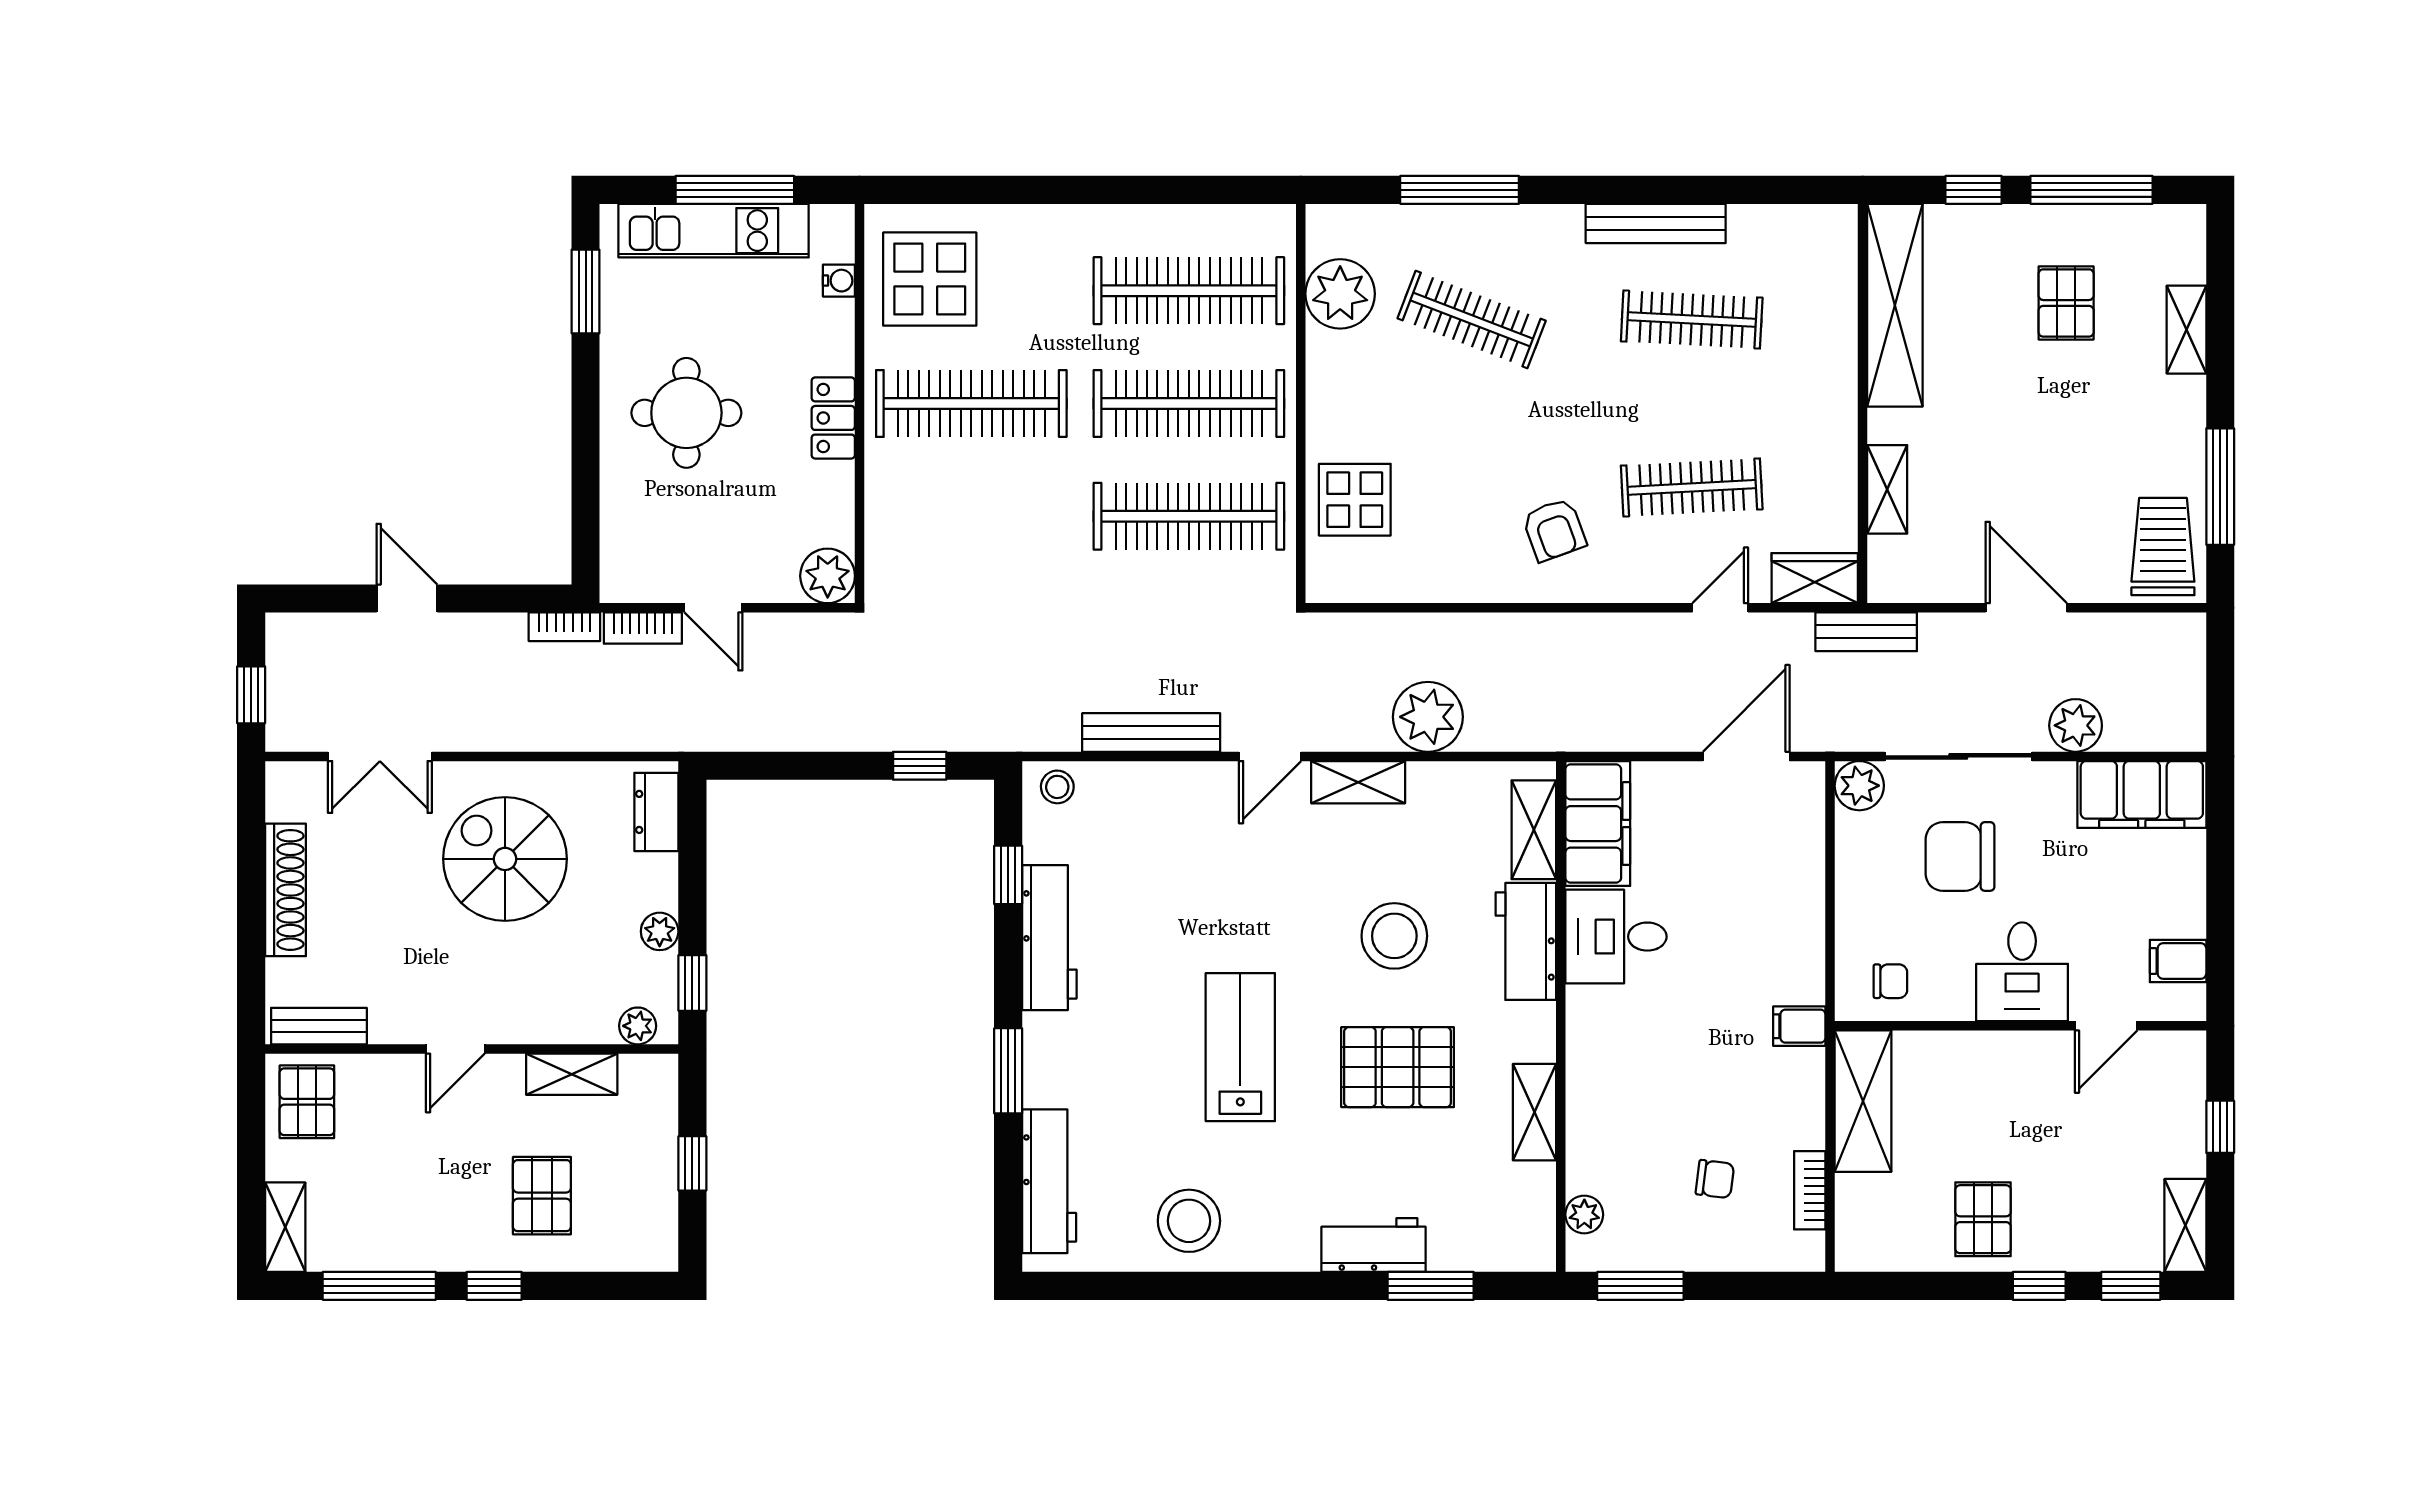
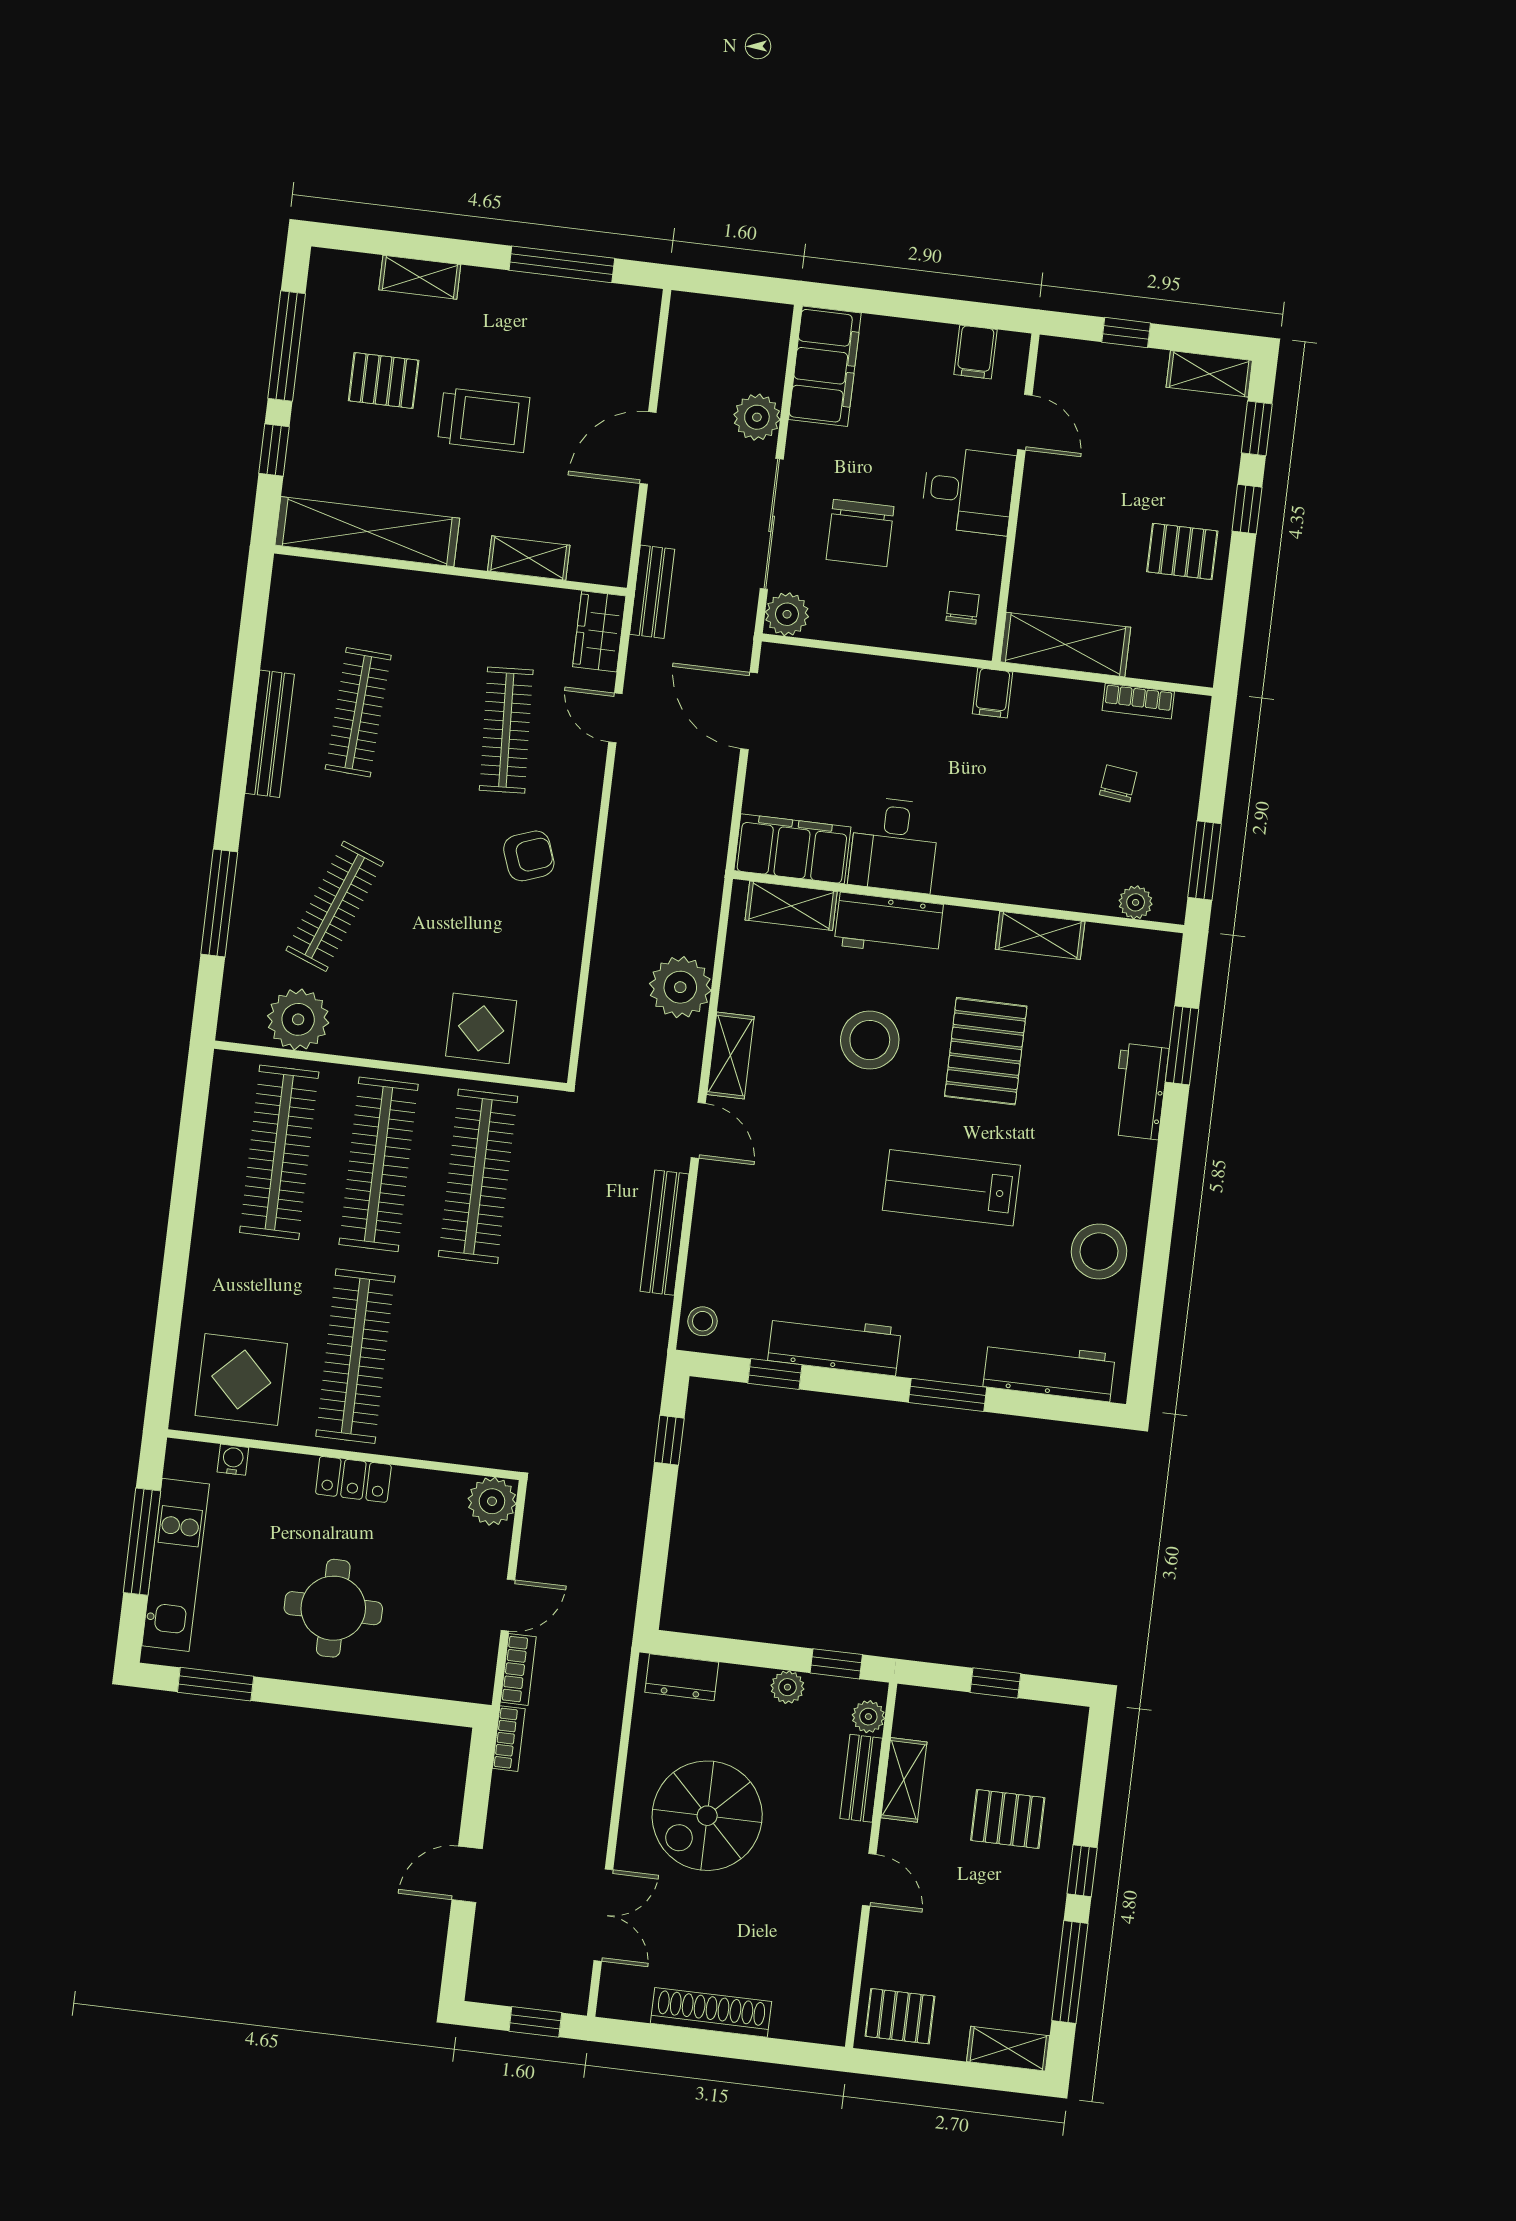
trolley: (2163, 547) -> (484, 420), moved, turned 180
bench: (319, 1026) -> (861, 1778), moved

